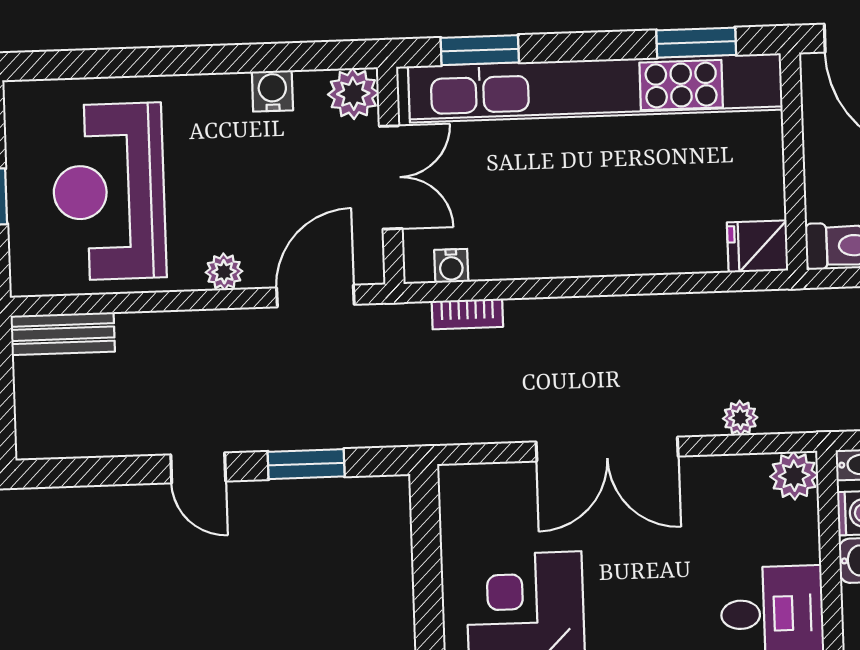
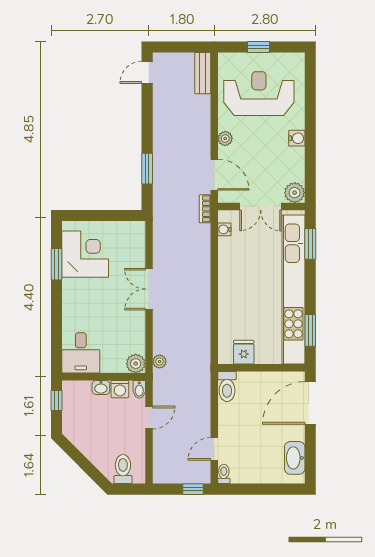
water cooler: (272, 91) -> (297, 138), moved
fridge: (758, 246) -> (244, 352), moved
bookcase: (467, 314) -> (205, 209), moved
plant: (740, 418) -> (160, 362), moved
double door: (607, 449) -> (149, 289), width x0.73
door: (198, 468) -> (147, 72), moved

